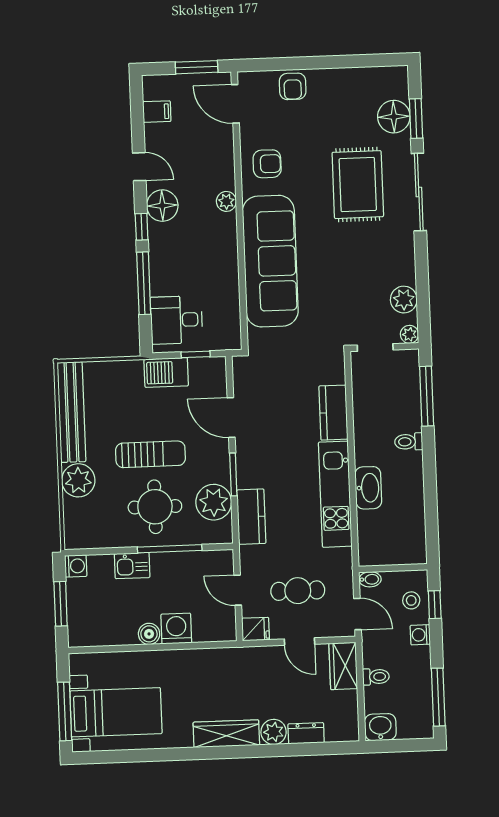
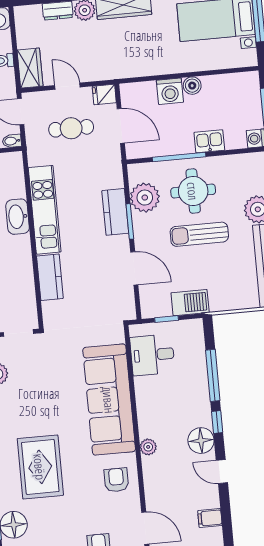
armchair: (267, 164) -> (116, 480), turned 90
desk: (176, 320) -> (152, 355), moved, turned 180
kitchen counter: (251, 517) -> (115, 212), moved
door: (238, 590) -> (121, 126), width x1.38

